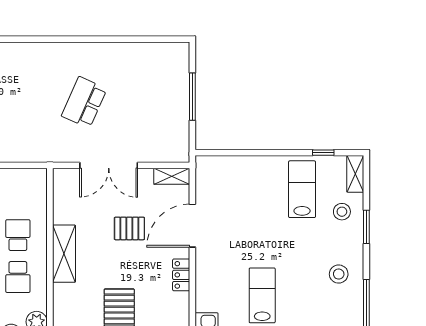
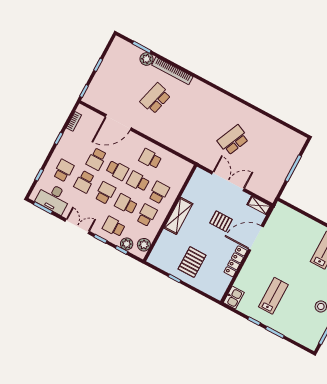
double door: (109, 165) -> (228, 181), swing flipped
locker: (181, 275) -> (236, 261), width x1.53
school desk: (18, 277) -> (147, 215), turned 180

